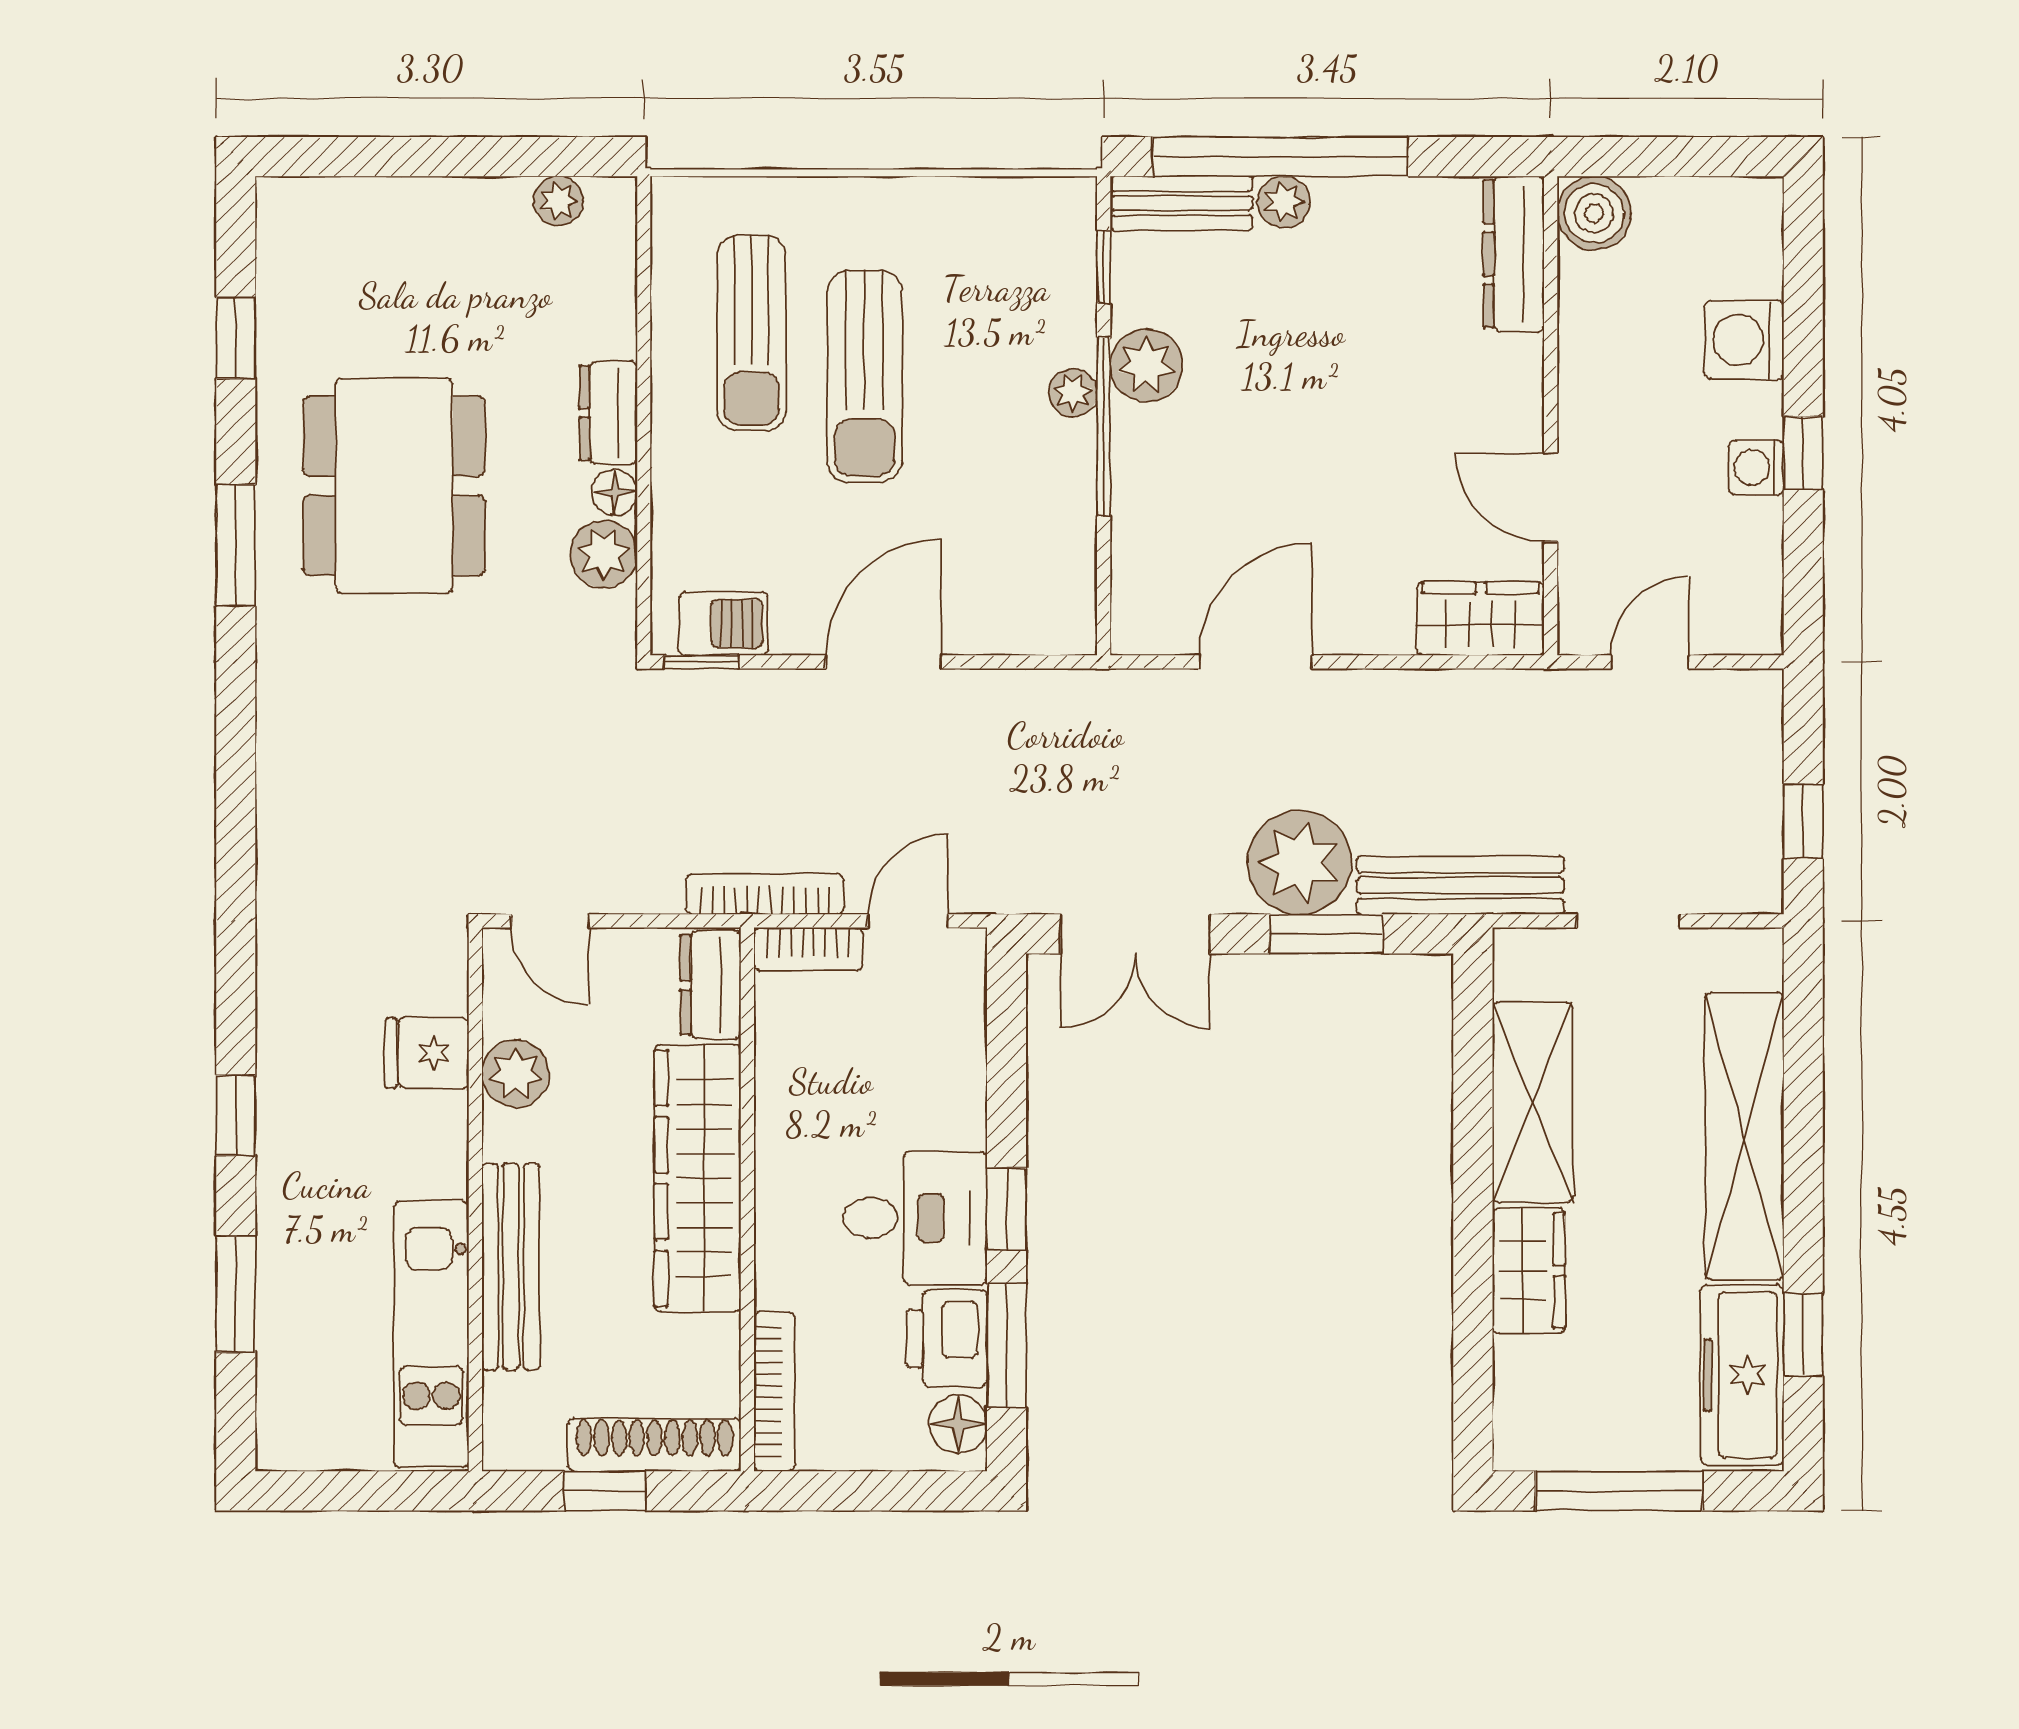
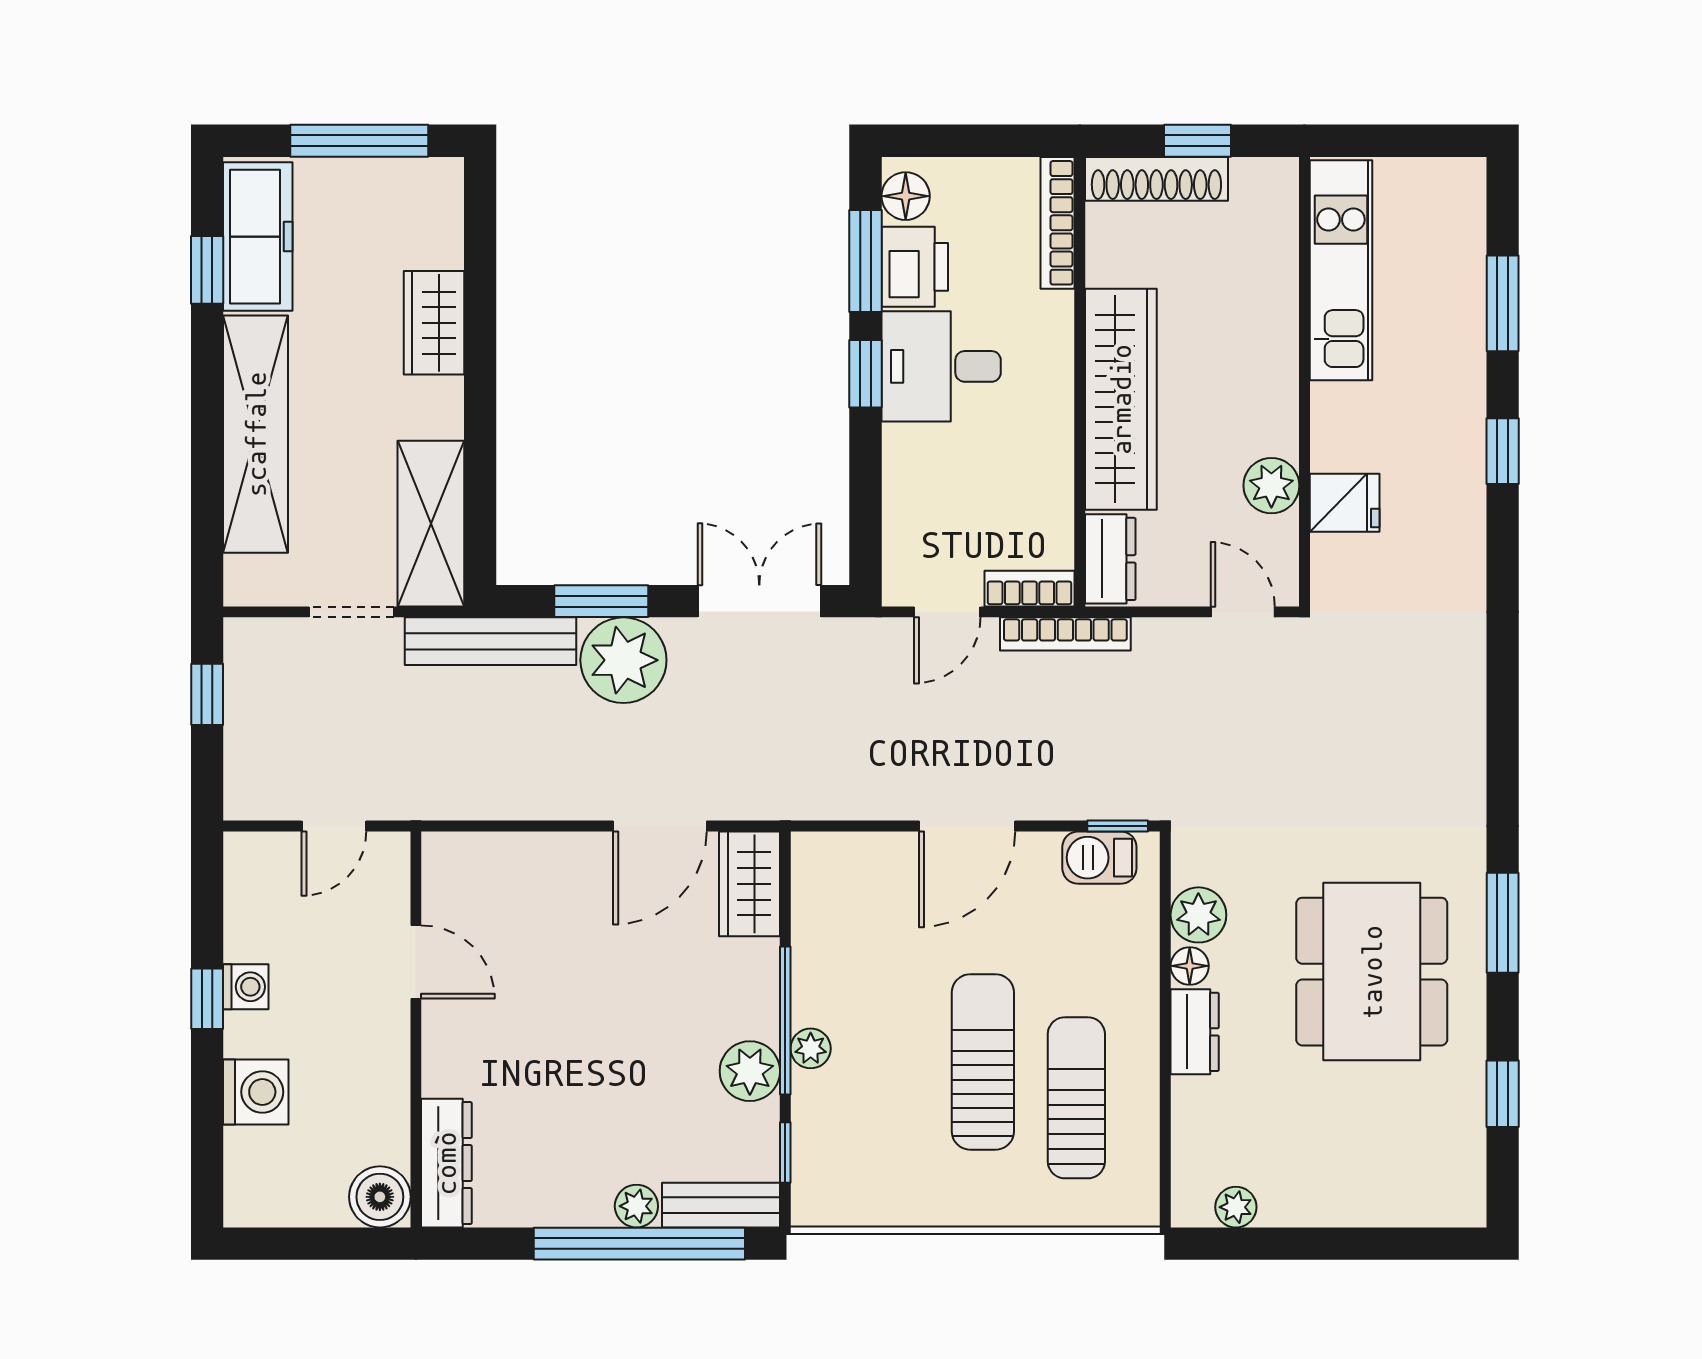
wardrobe: (1481, 619) -> (749, 884), moved, turned 90
shelving: (1532, 1102) -> (431, 524), moved
bench: (511, 1267) -> (1275, 326), removed

